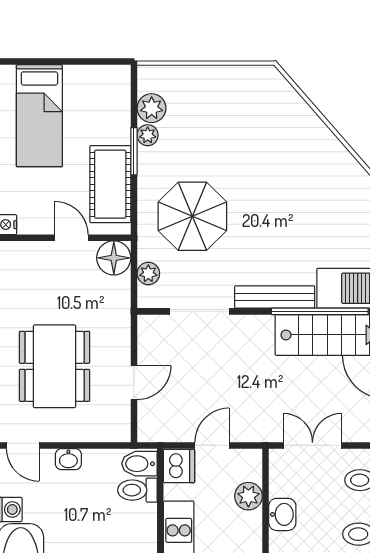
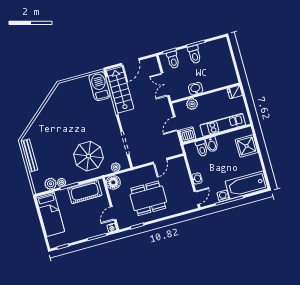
bed: (39, 116) -> (50, 214), moved, turned 90
door: (71, 238) -> (113, 213), moved
bench: (275, 297) -> (29, 156), moved
dining table: (55, 366) -> (148, 198), moved
door: (134, 383) -> (160, 161), swing flipped
door: (212, 445) -> (176, 124), hinge flipped
bidet: (139, 464) -> (212, 144), moved

